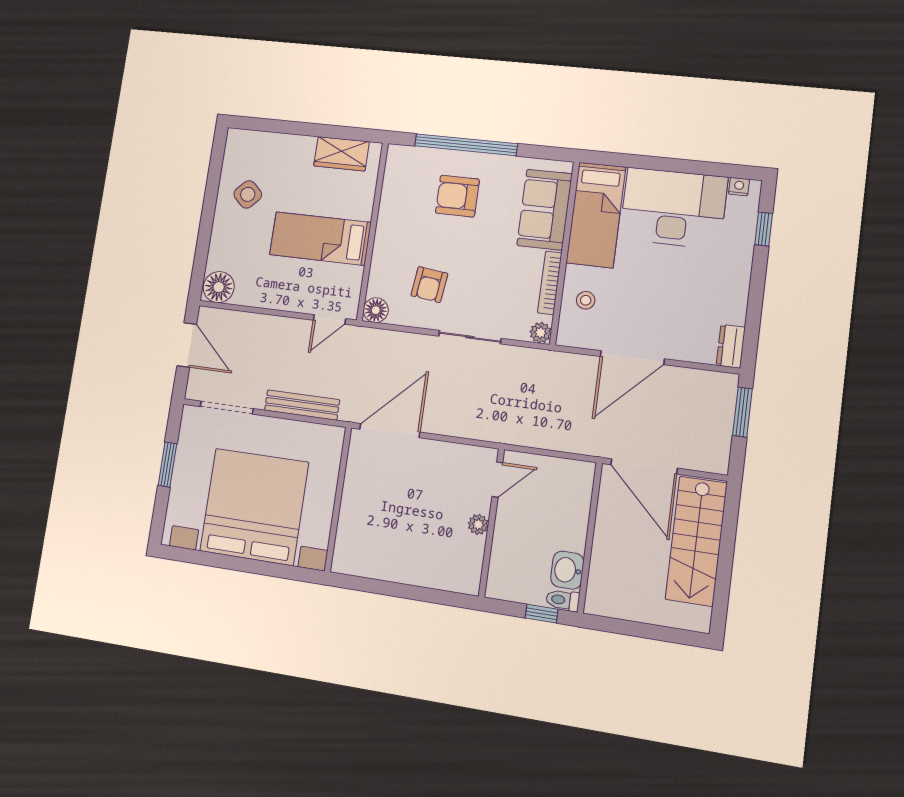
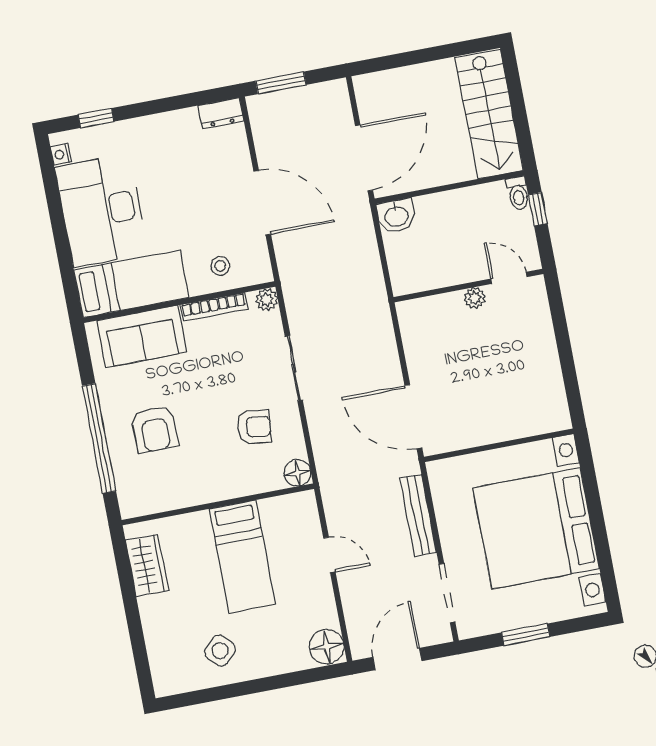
door: (329, 319) -> (329, 555), moved
door: (497, 480) -> (509, 278), moved
stairs: (696, 541) -> (489, 114), moved, turned 90
washbasin: (567, 570) -> (396, 216), moved

